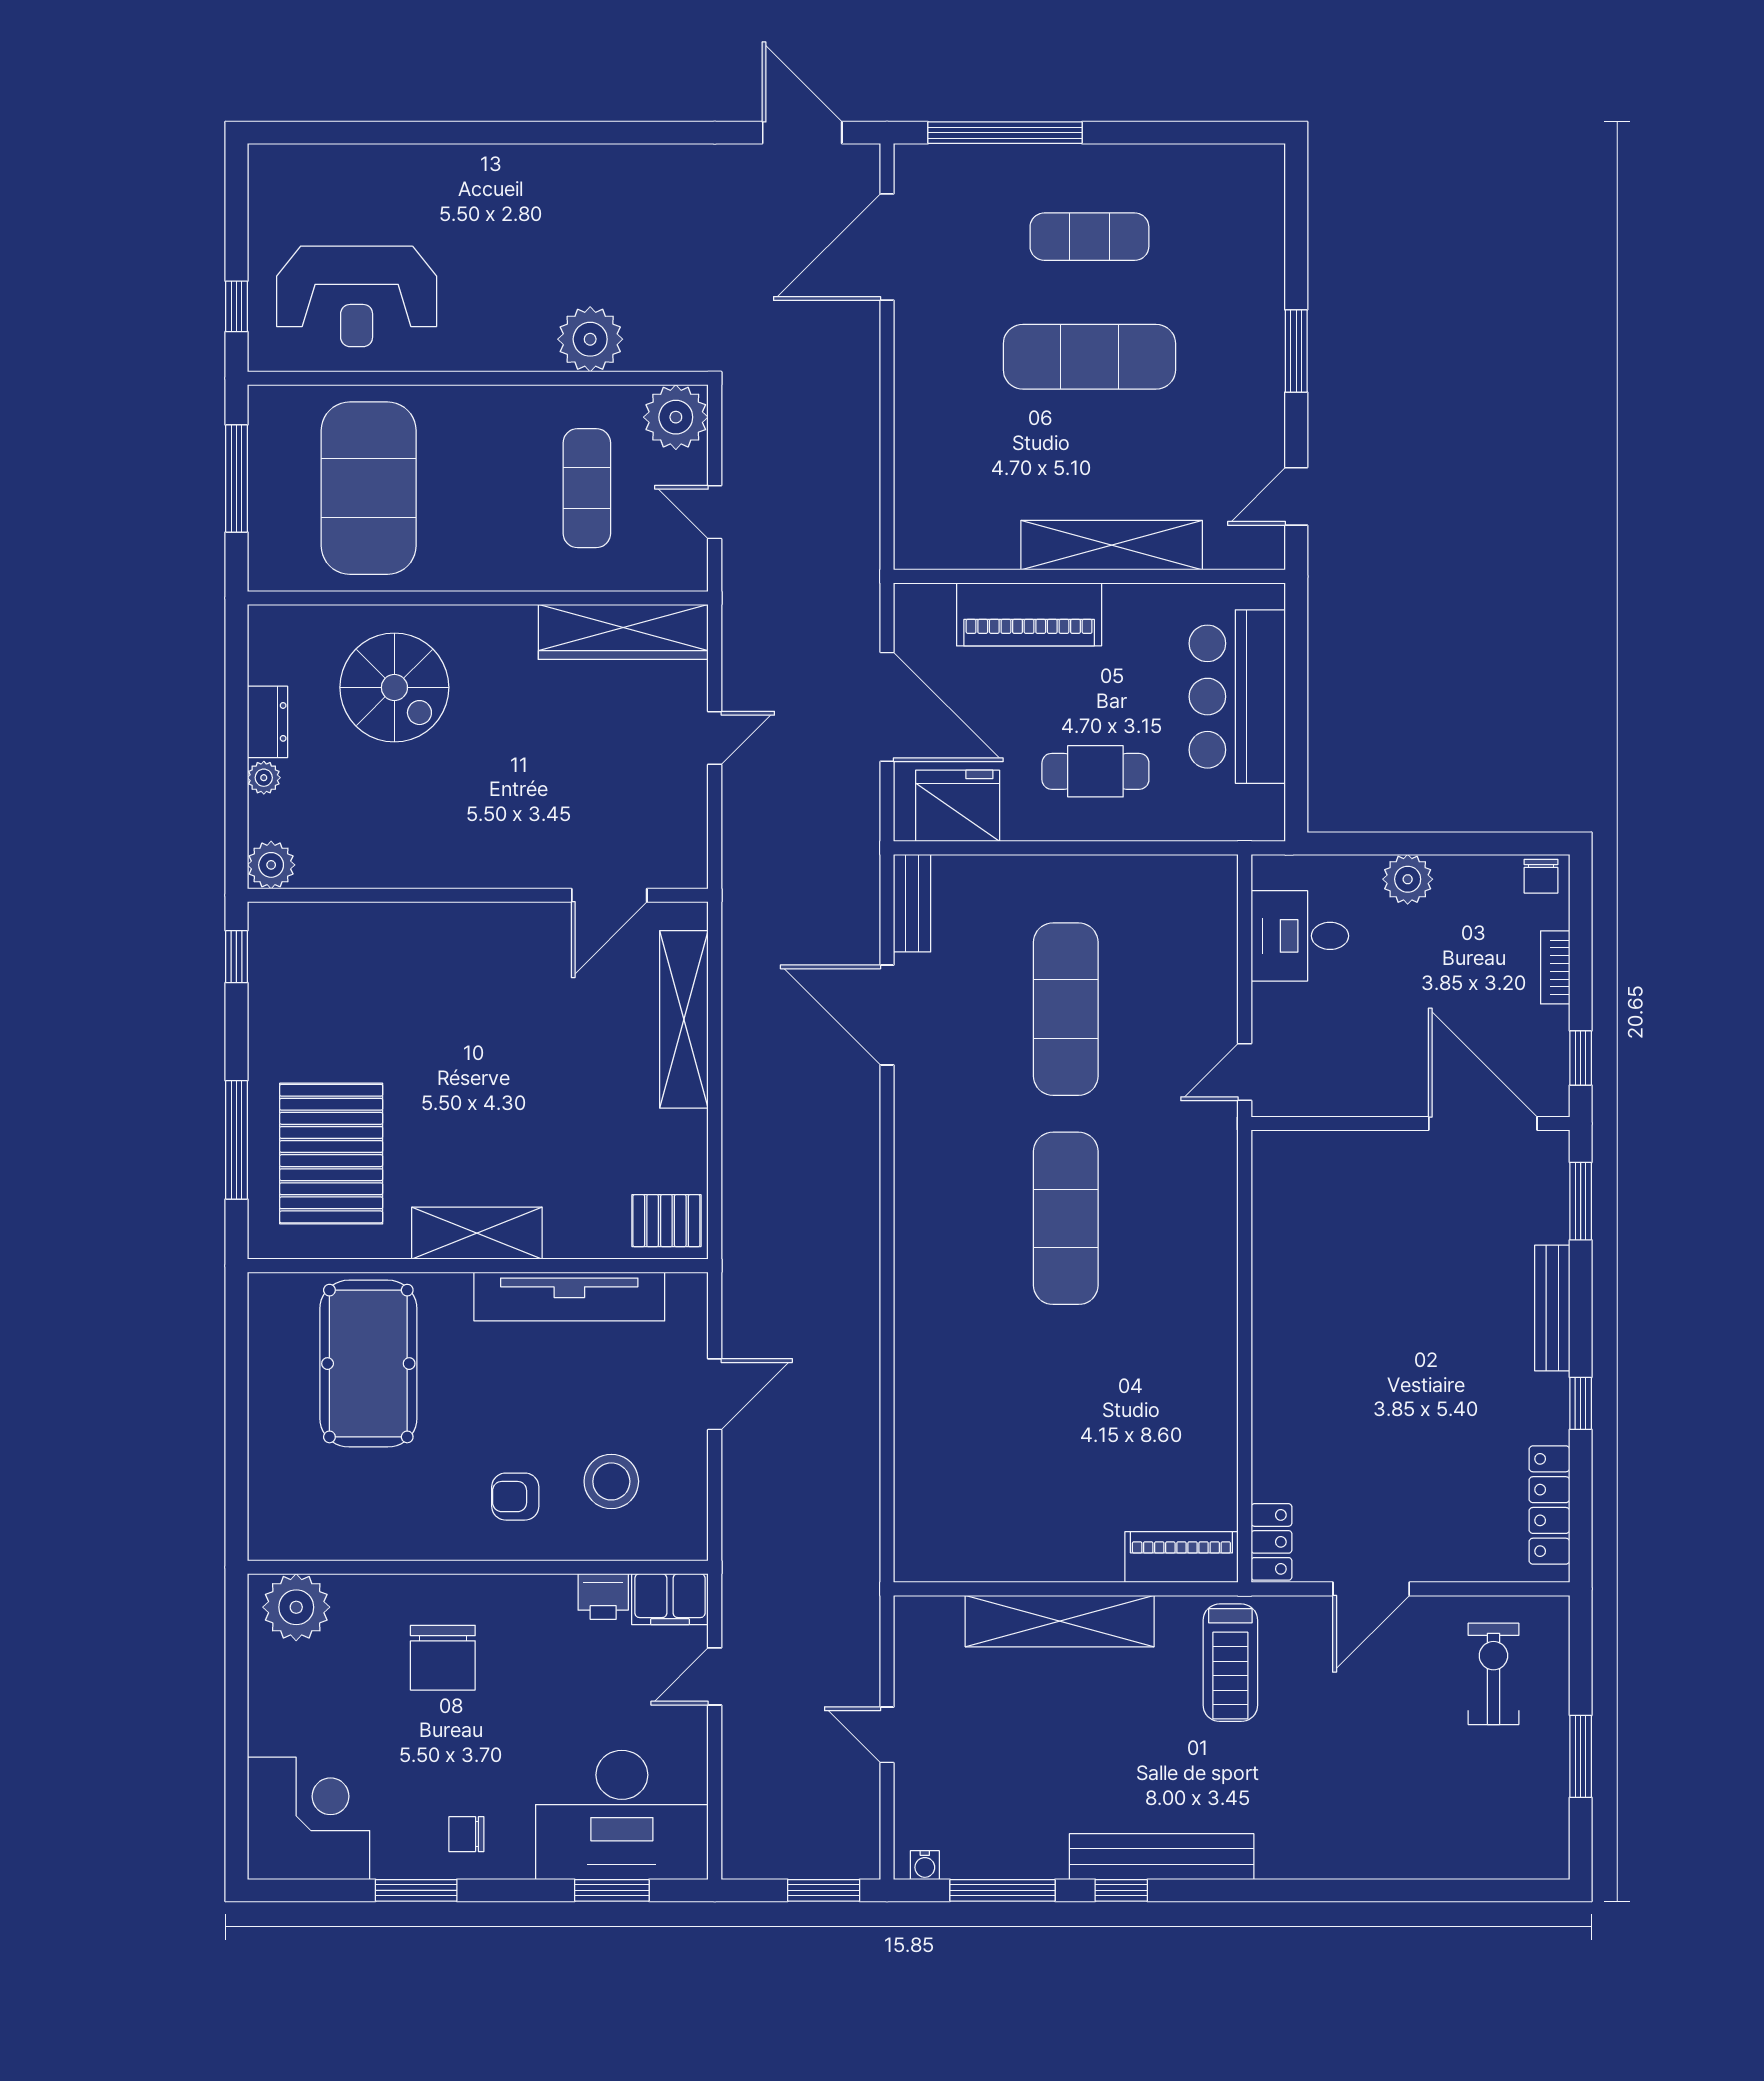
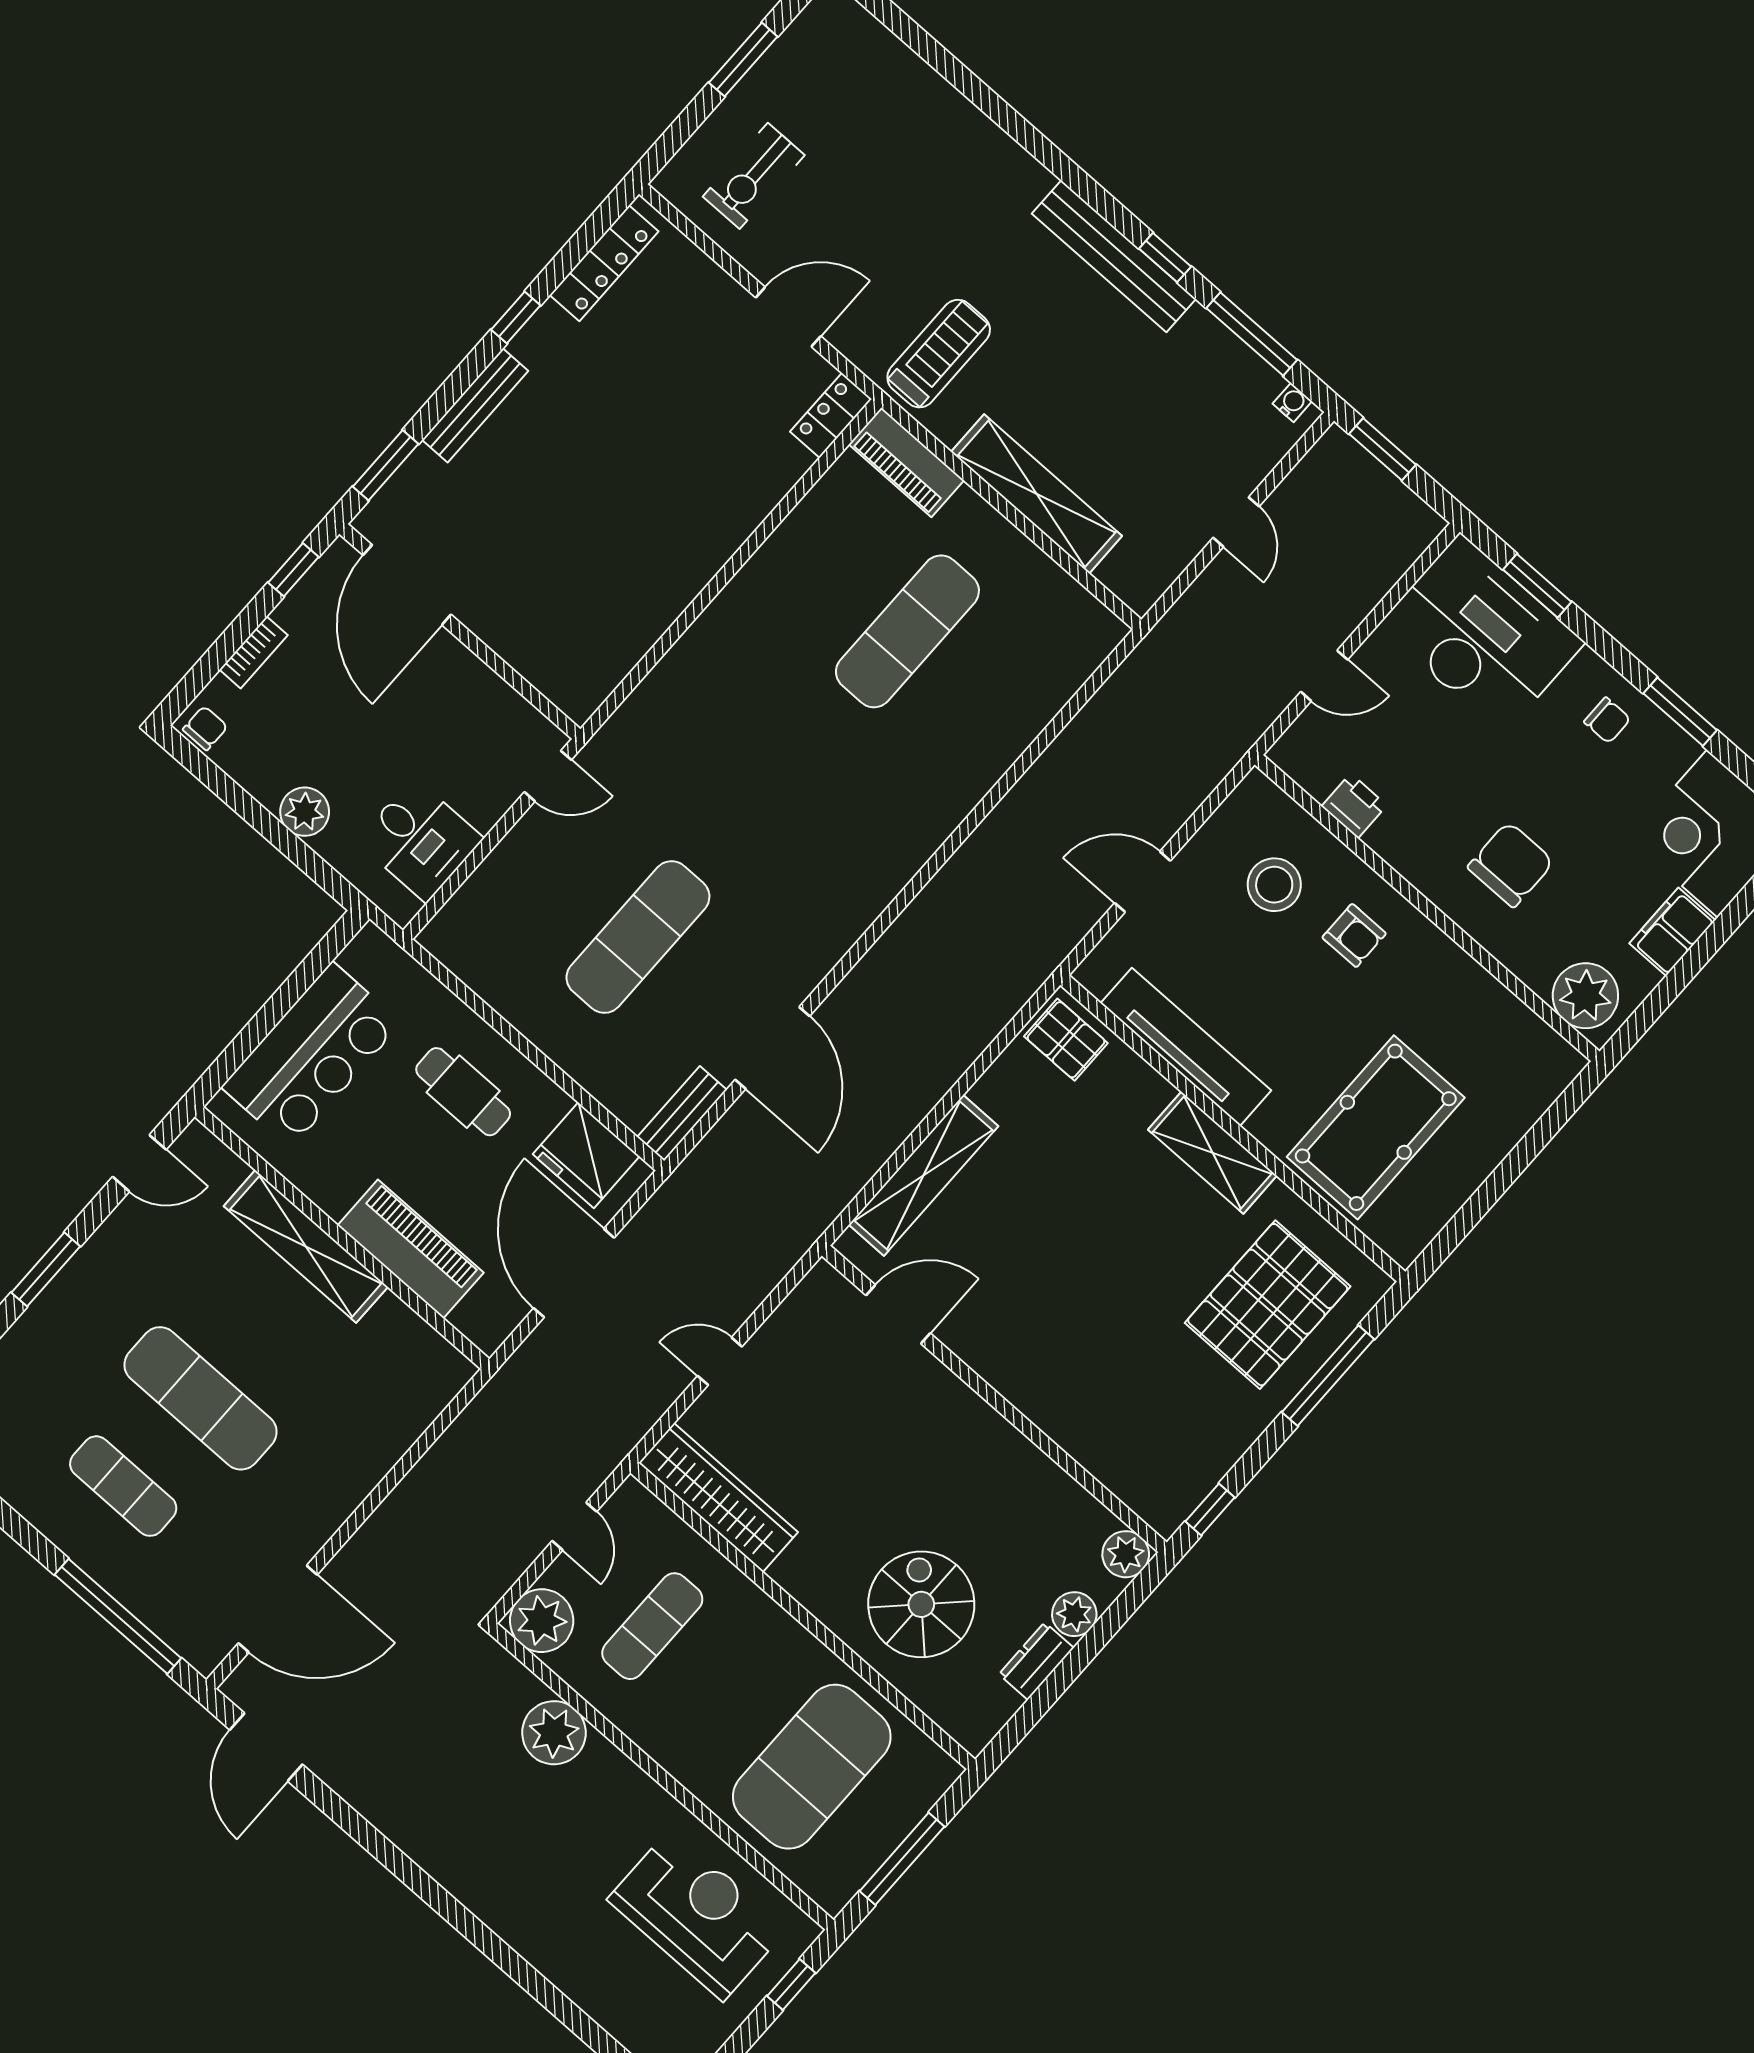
plant: (264, 778) -> (1074, 1614), width x1.38, depth x1.38
exercise mat: (1066, 1218) -> (907, 631), moved
filing cabinet: (670, 1599) -> (1672, 932), moved, turned -90

